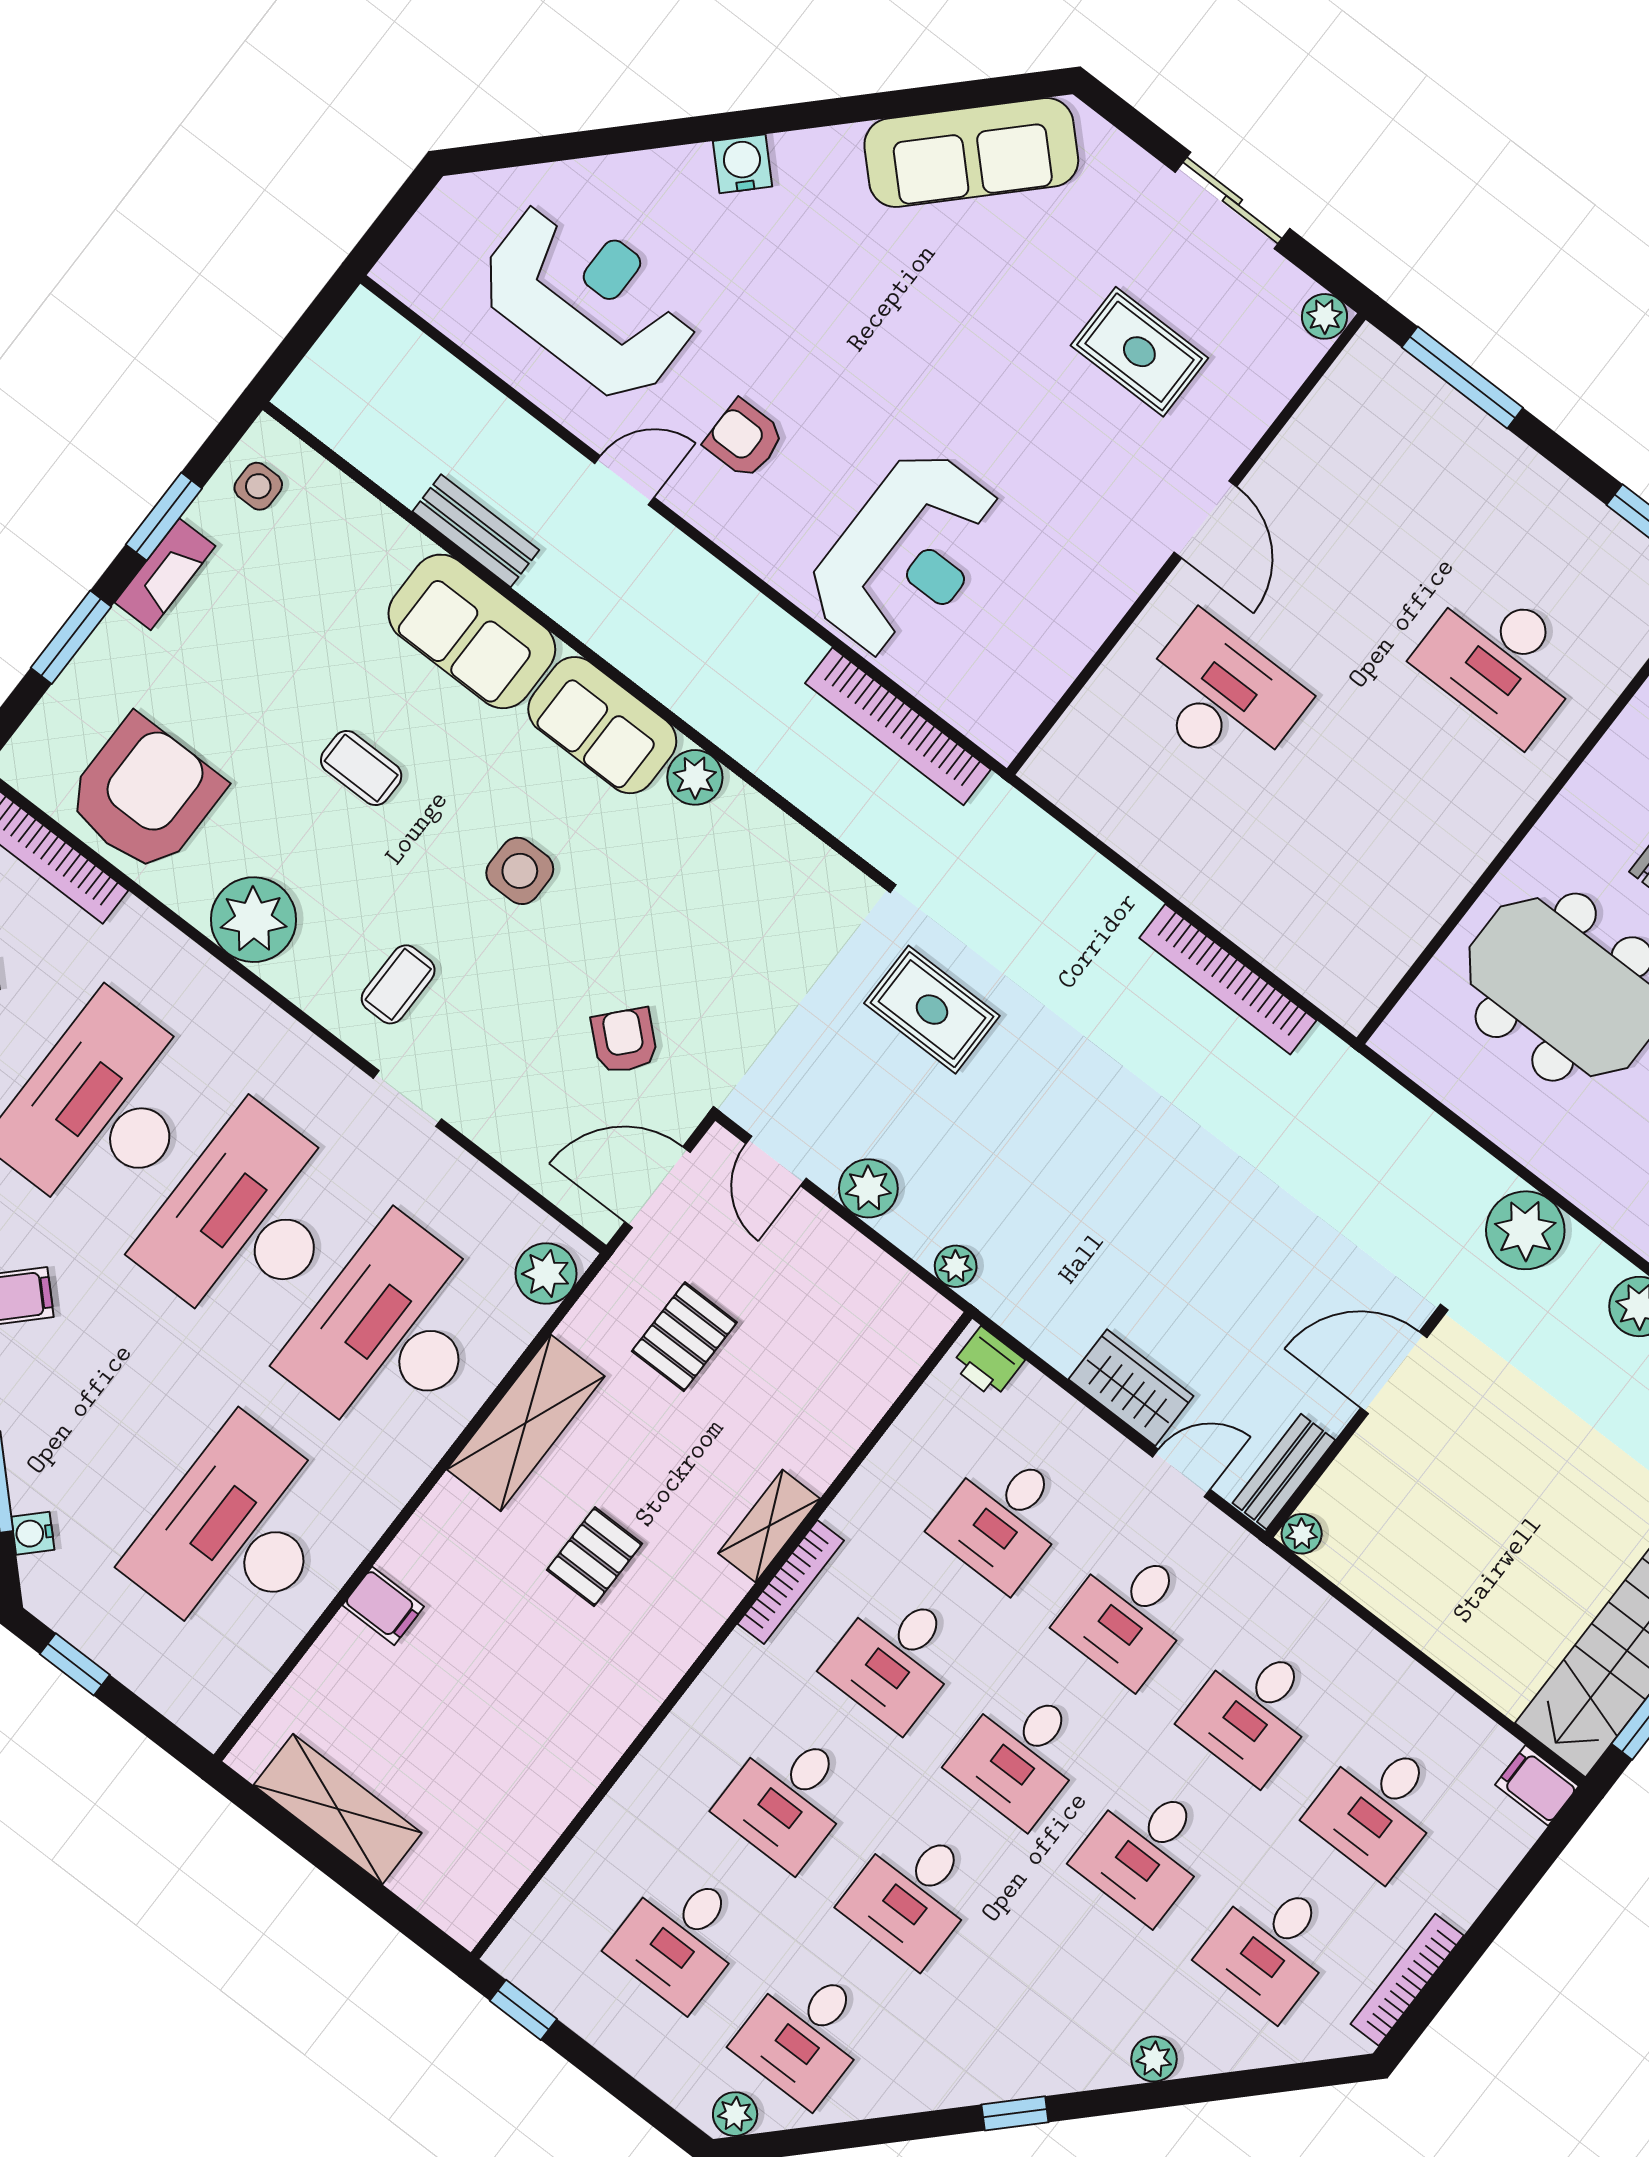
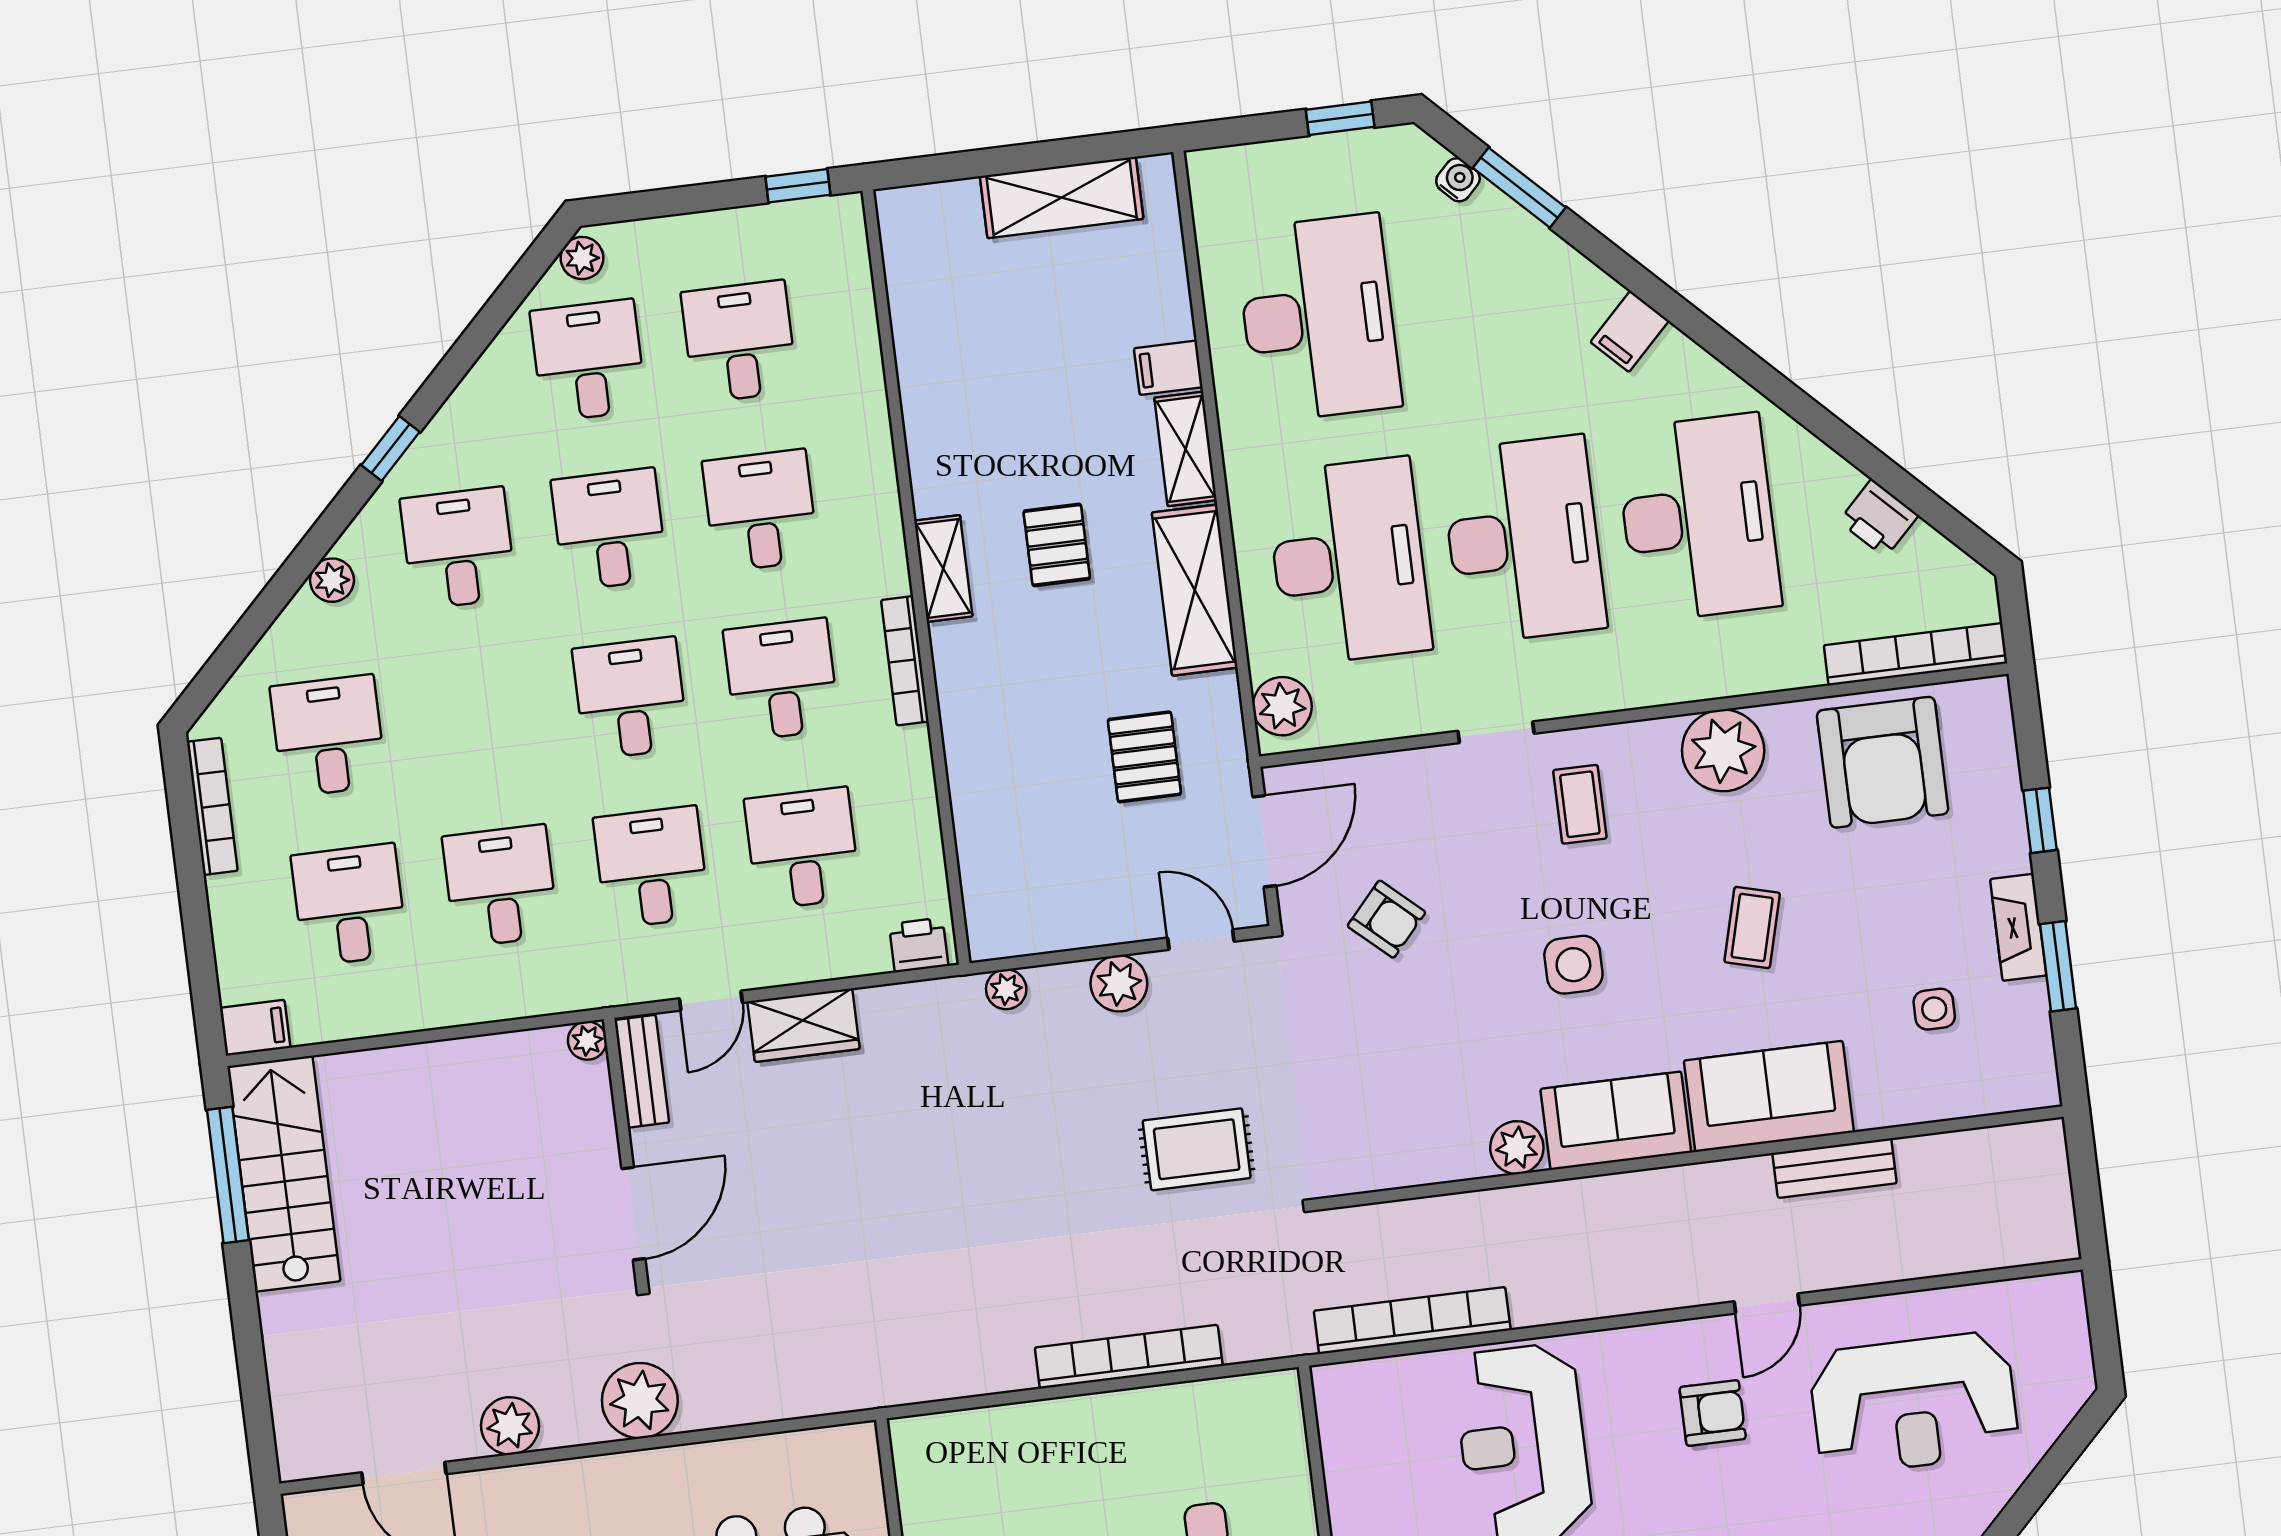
side table: (258, 486) -> (1934, 1009), moved
window: (71, 637) -> (2040, 820), width x0.67
coffee table: (361, 768) -> (1752, 927), turned -75
bookcase: (1228, 979) -> (1129, 1357), moved
shelving: (769, 1526) -> (943, 568), moved
shelving: (430, 1534) -> (1185, 449), added
desk: (1145, 1851) -> (458, 548), moved

